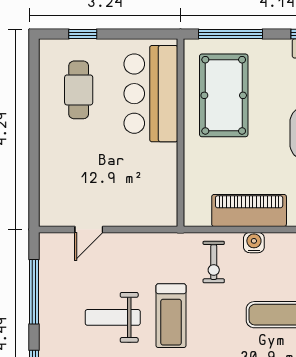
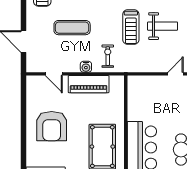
treadmill: (171, 316) -> (131, 27), turned 180

